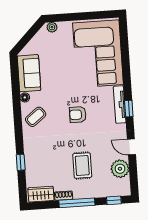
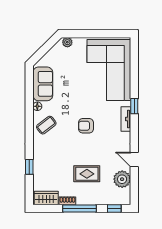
tv unit: (120, 105) -> (126, 119), width x0.71
window: (129, 109) -> (134, 106), moved
rug: (82, 165) -> (87, 174), turned 90

